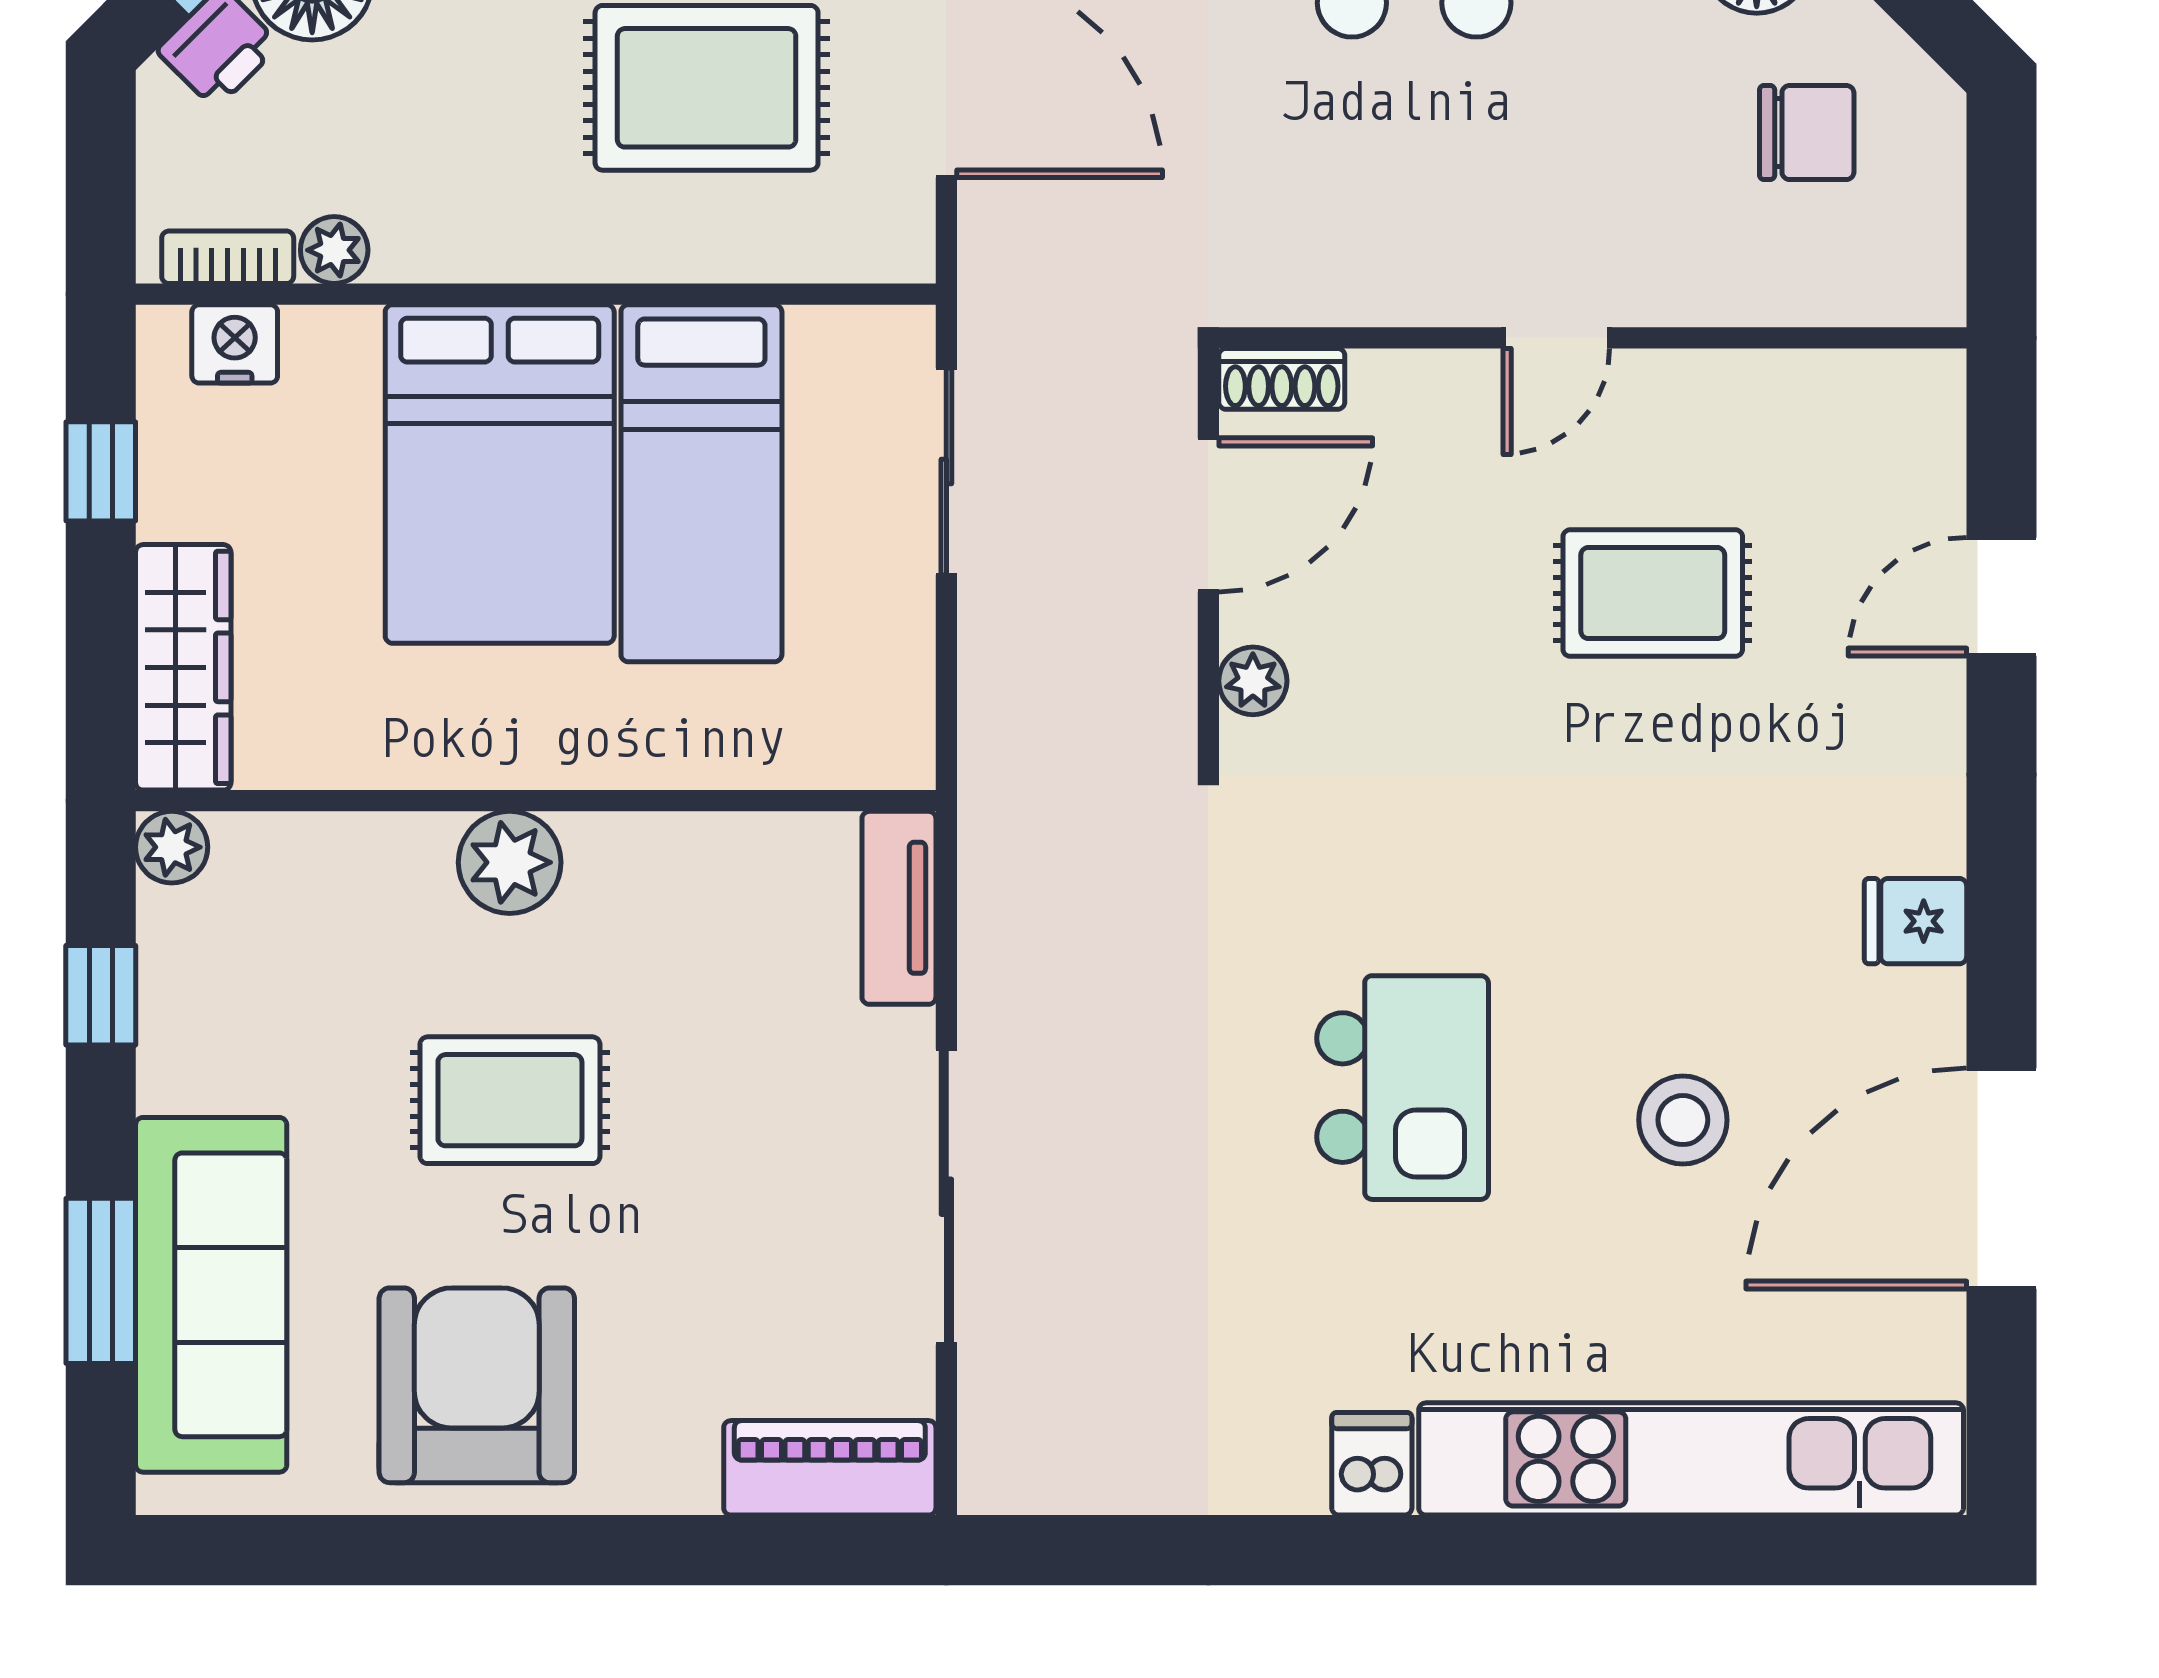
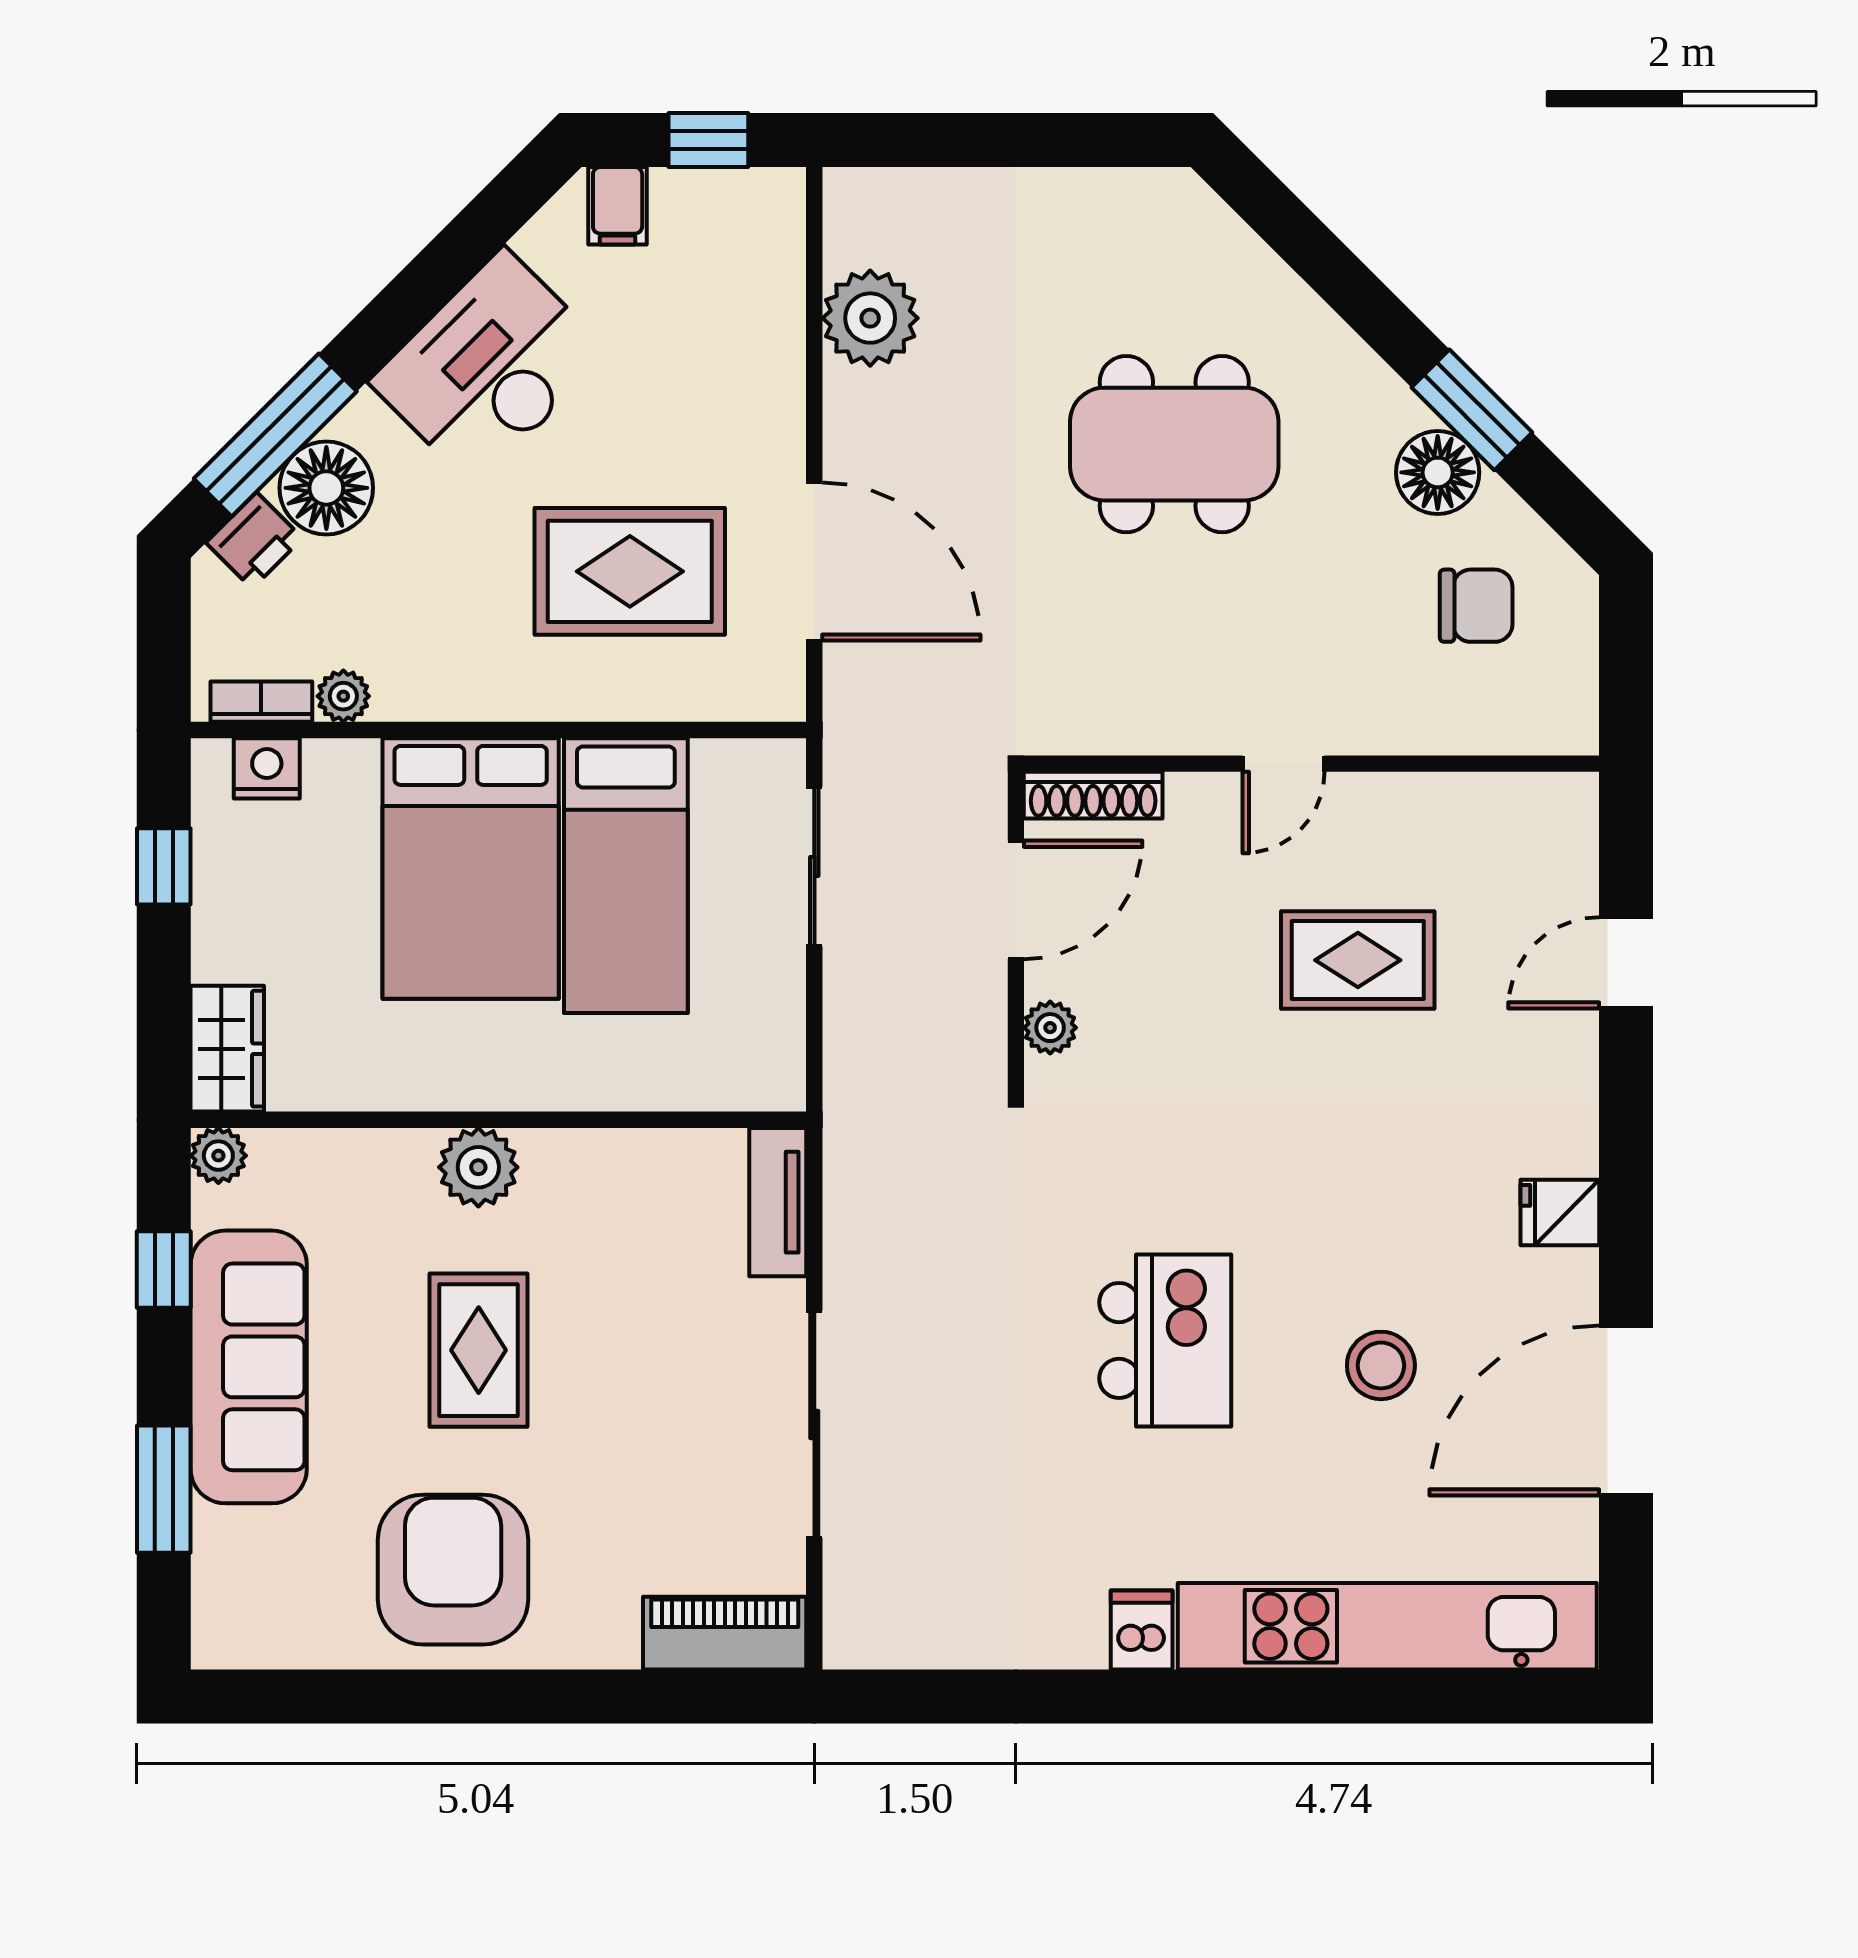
shoe rack: (1282, 379) -> (1093, 795), width x1.43
wardrobe: (183, 667) -> (227, 1049), width x0.67
rug: (510, 1100) -> (479, 1350), turned 90
sofa: (211, 1295) -> (249, 1367), moved

